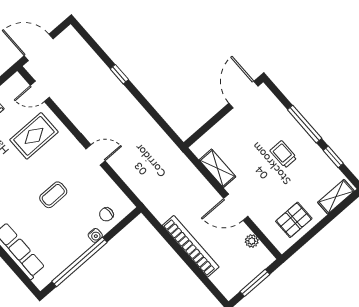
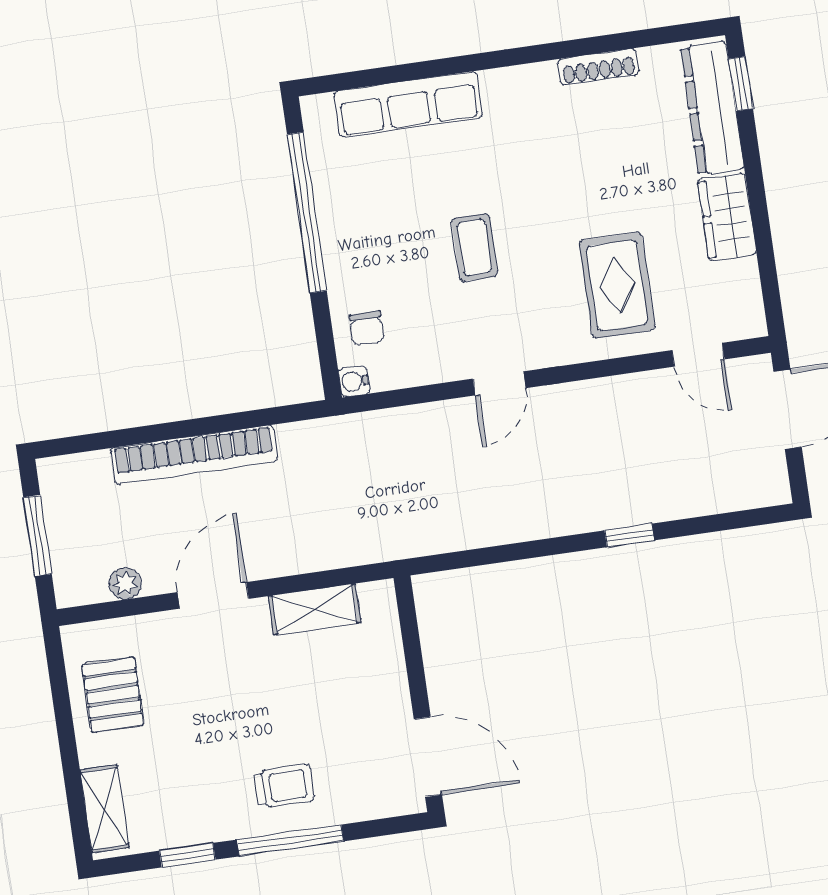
door: (40, 91) -> (698, 355), swing flipped
trolley: (283, 154) -> (284, 786), moved
chair: (106, 214) -> (367, 328), turned 180
water cooler: (95, 235) -> (354, 381), moved

